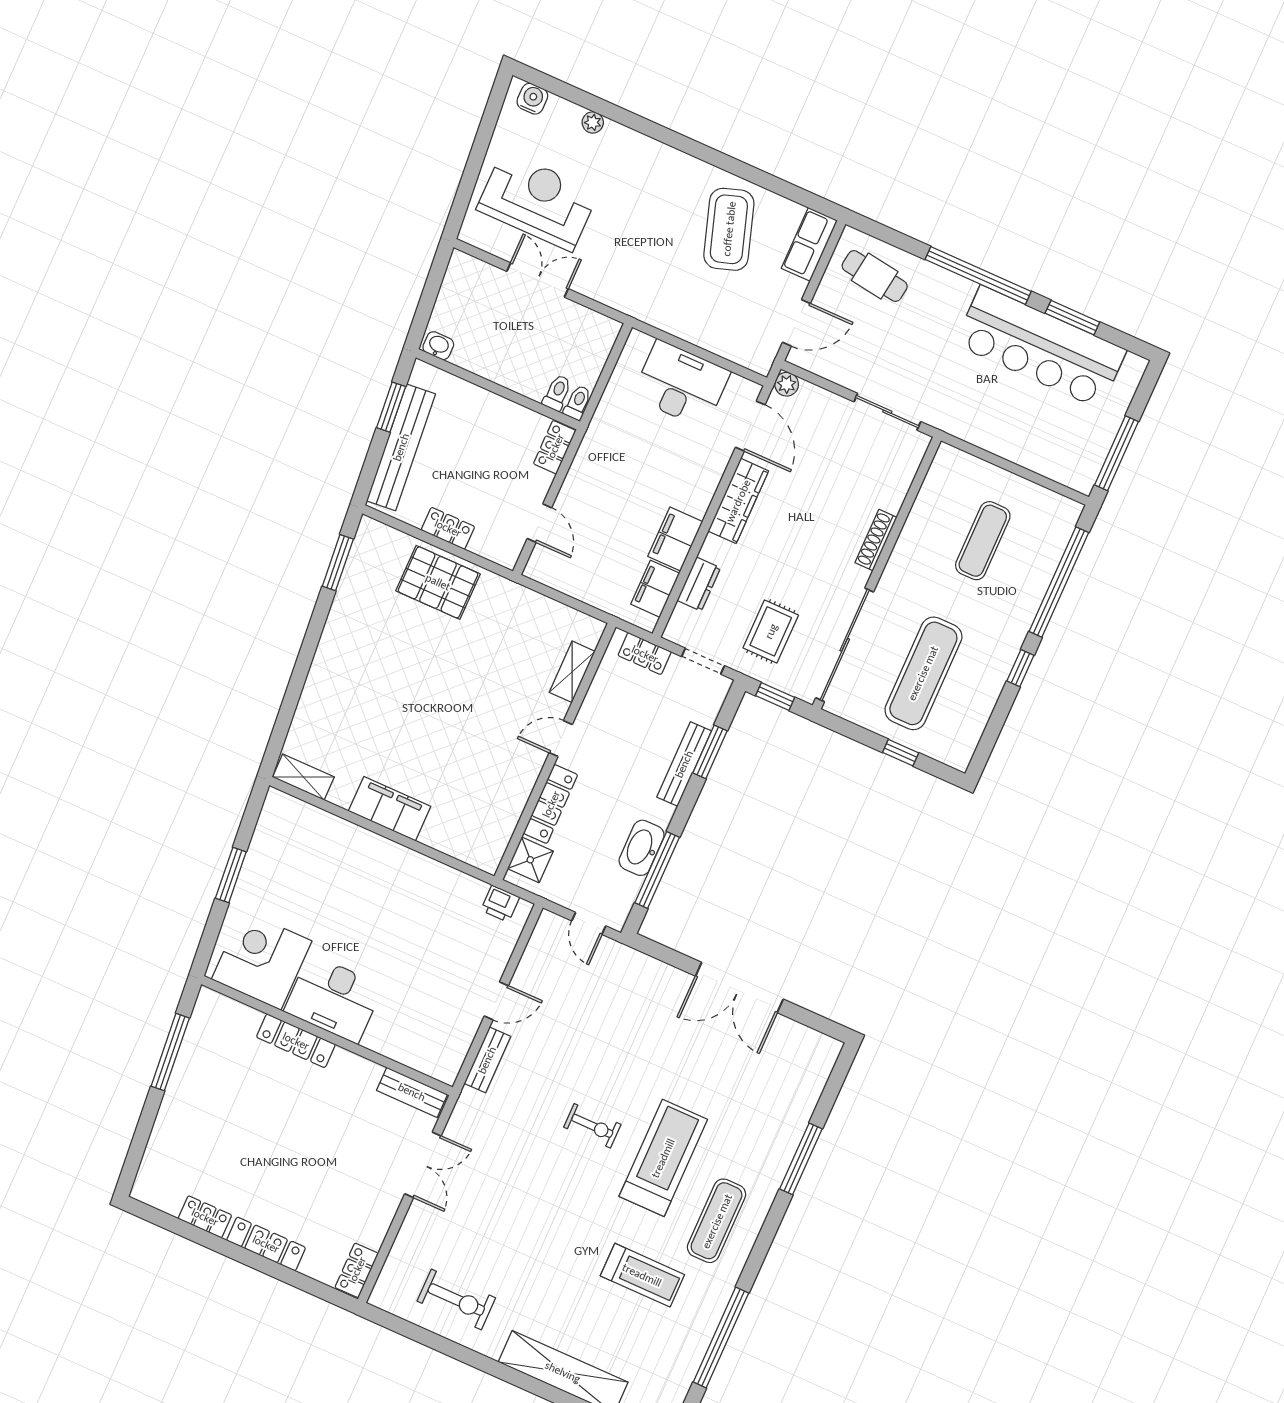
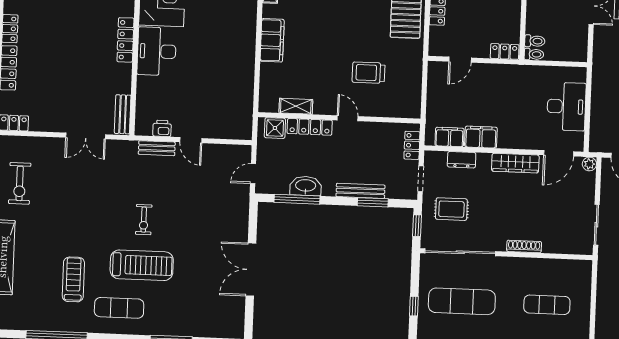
shelving: (572, 672) -> (296, 106), moved
trolley: (502, 676) -> (369, 73), added
printer: (500, 904) -> (162, 128), moved, turned 90
treadmill: (642, 1275) -> (73, 279), turned 180

